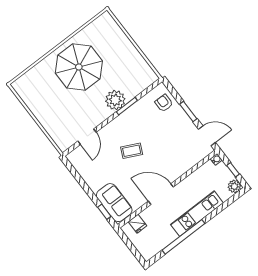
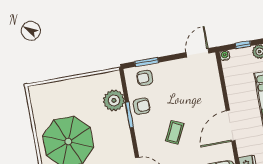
plant: (115, 100) -> (114, 100), moved
window: (188, 111) -> (147, 62), moved
armchair: (139, 112) -> (142, 106), added

